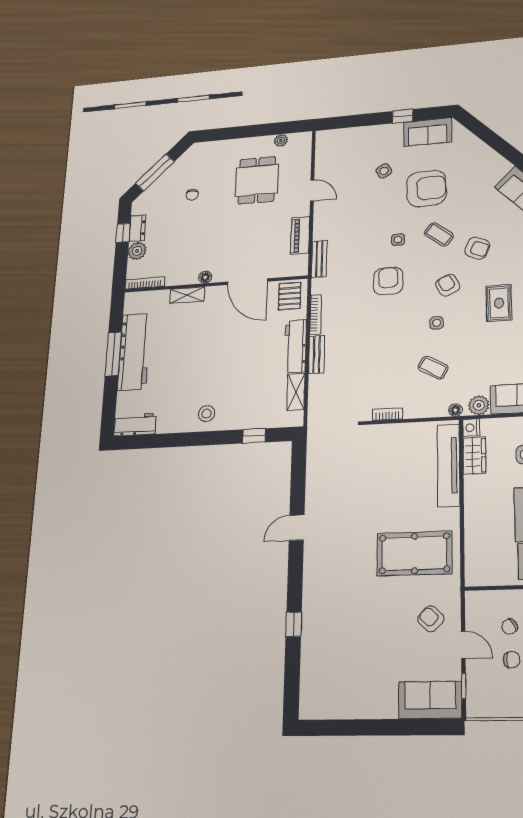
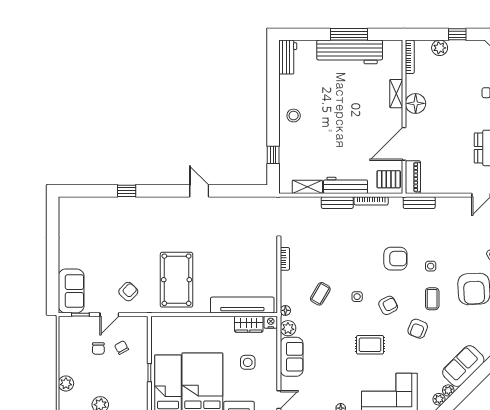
dresser: (137, 228) -> (461, 47), removed
piano: (300, 235) -> (413, 177), moved, turned 90
coffee table: (439, 235) -> (432, 299), turned -38
floor lamp: (205, 277) -> (416, 103), width x1.89, depth x1.89

